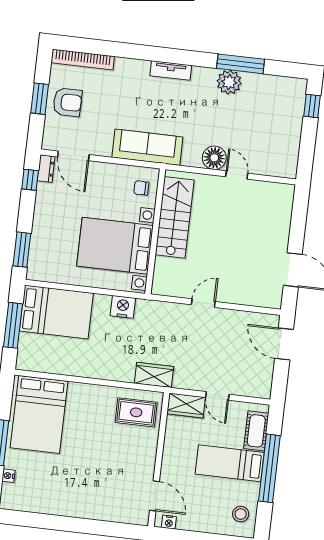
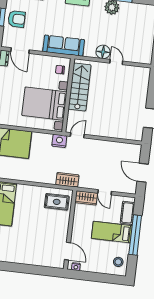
door: (203, 303) -> (77, 135), moved
nightstand: (123, 307) -> (59, 141), moved
door: (284, 344) -> (143, 173), moved

